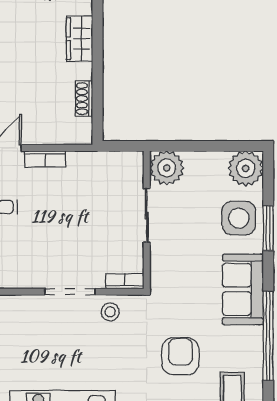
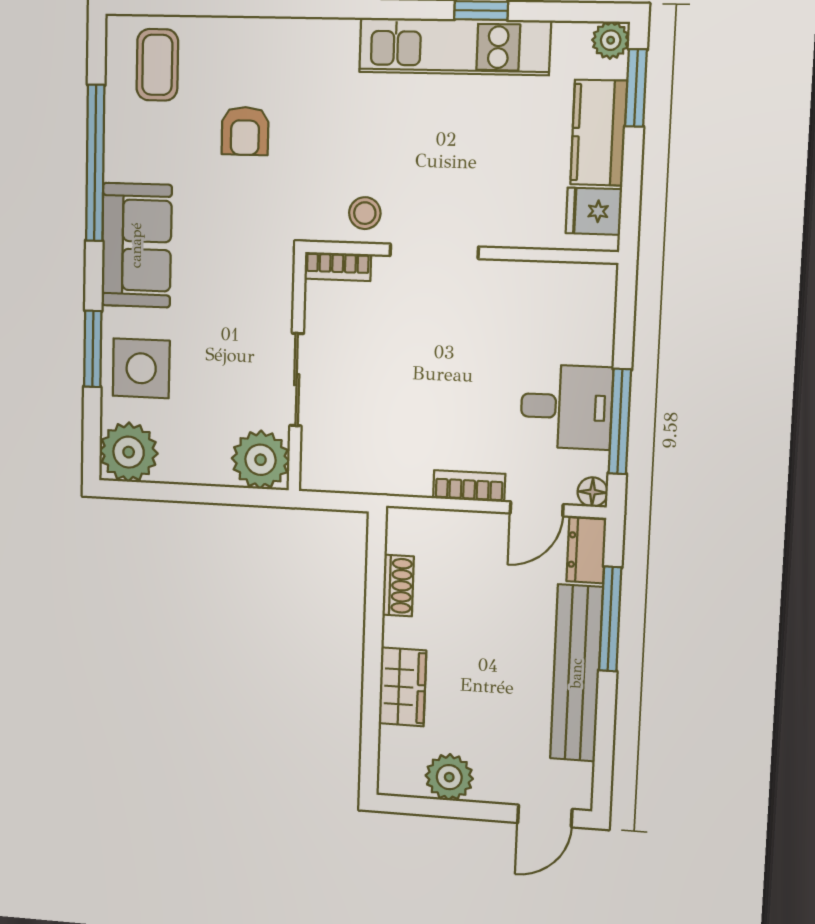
armchair: (180, 356) -> (245, 131), width x0.72, depth x0.72

